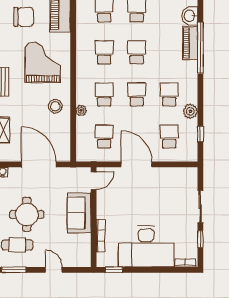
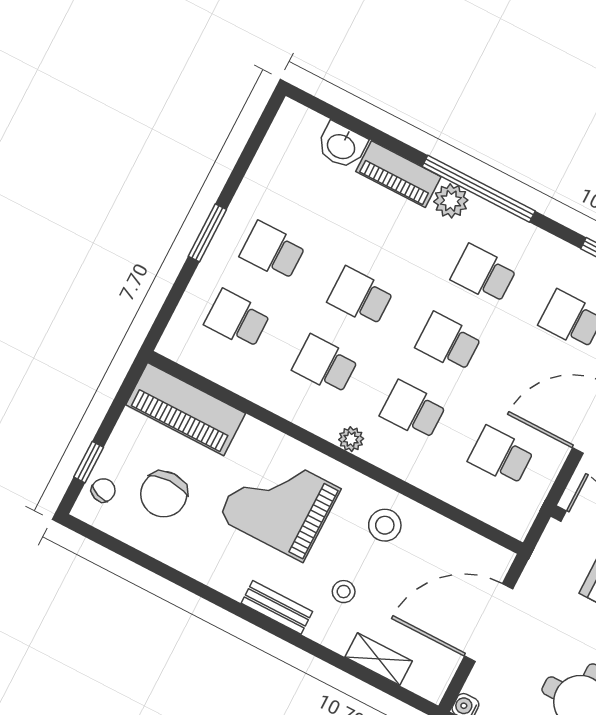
chair: (24, 17) -> (164, 494), turned 180
window: (200, 48) -> (479, 189), moved
stool: (22, 104) -> (344, 592), added
plant: (81, 110) -> (351, 439), moved
plant: (190, 111) -> (451, 201), moved

